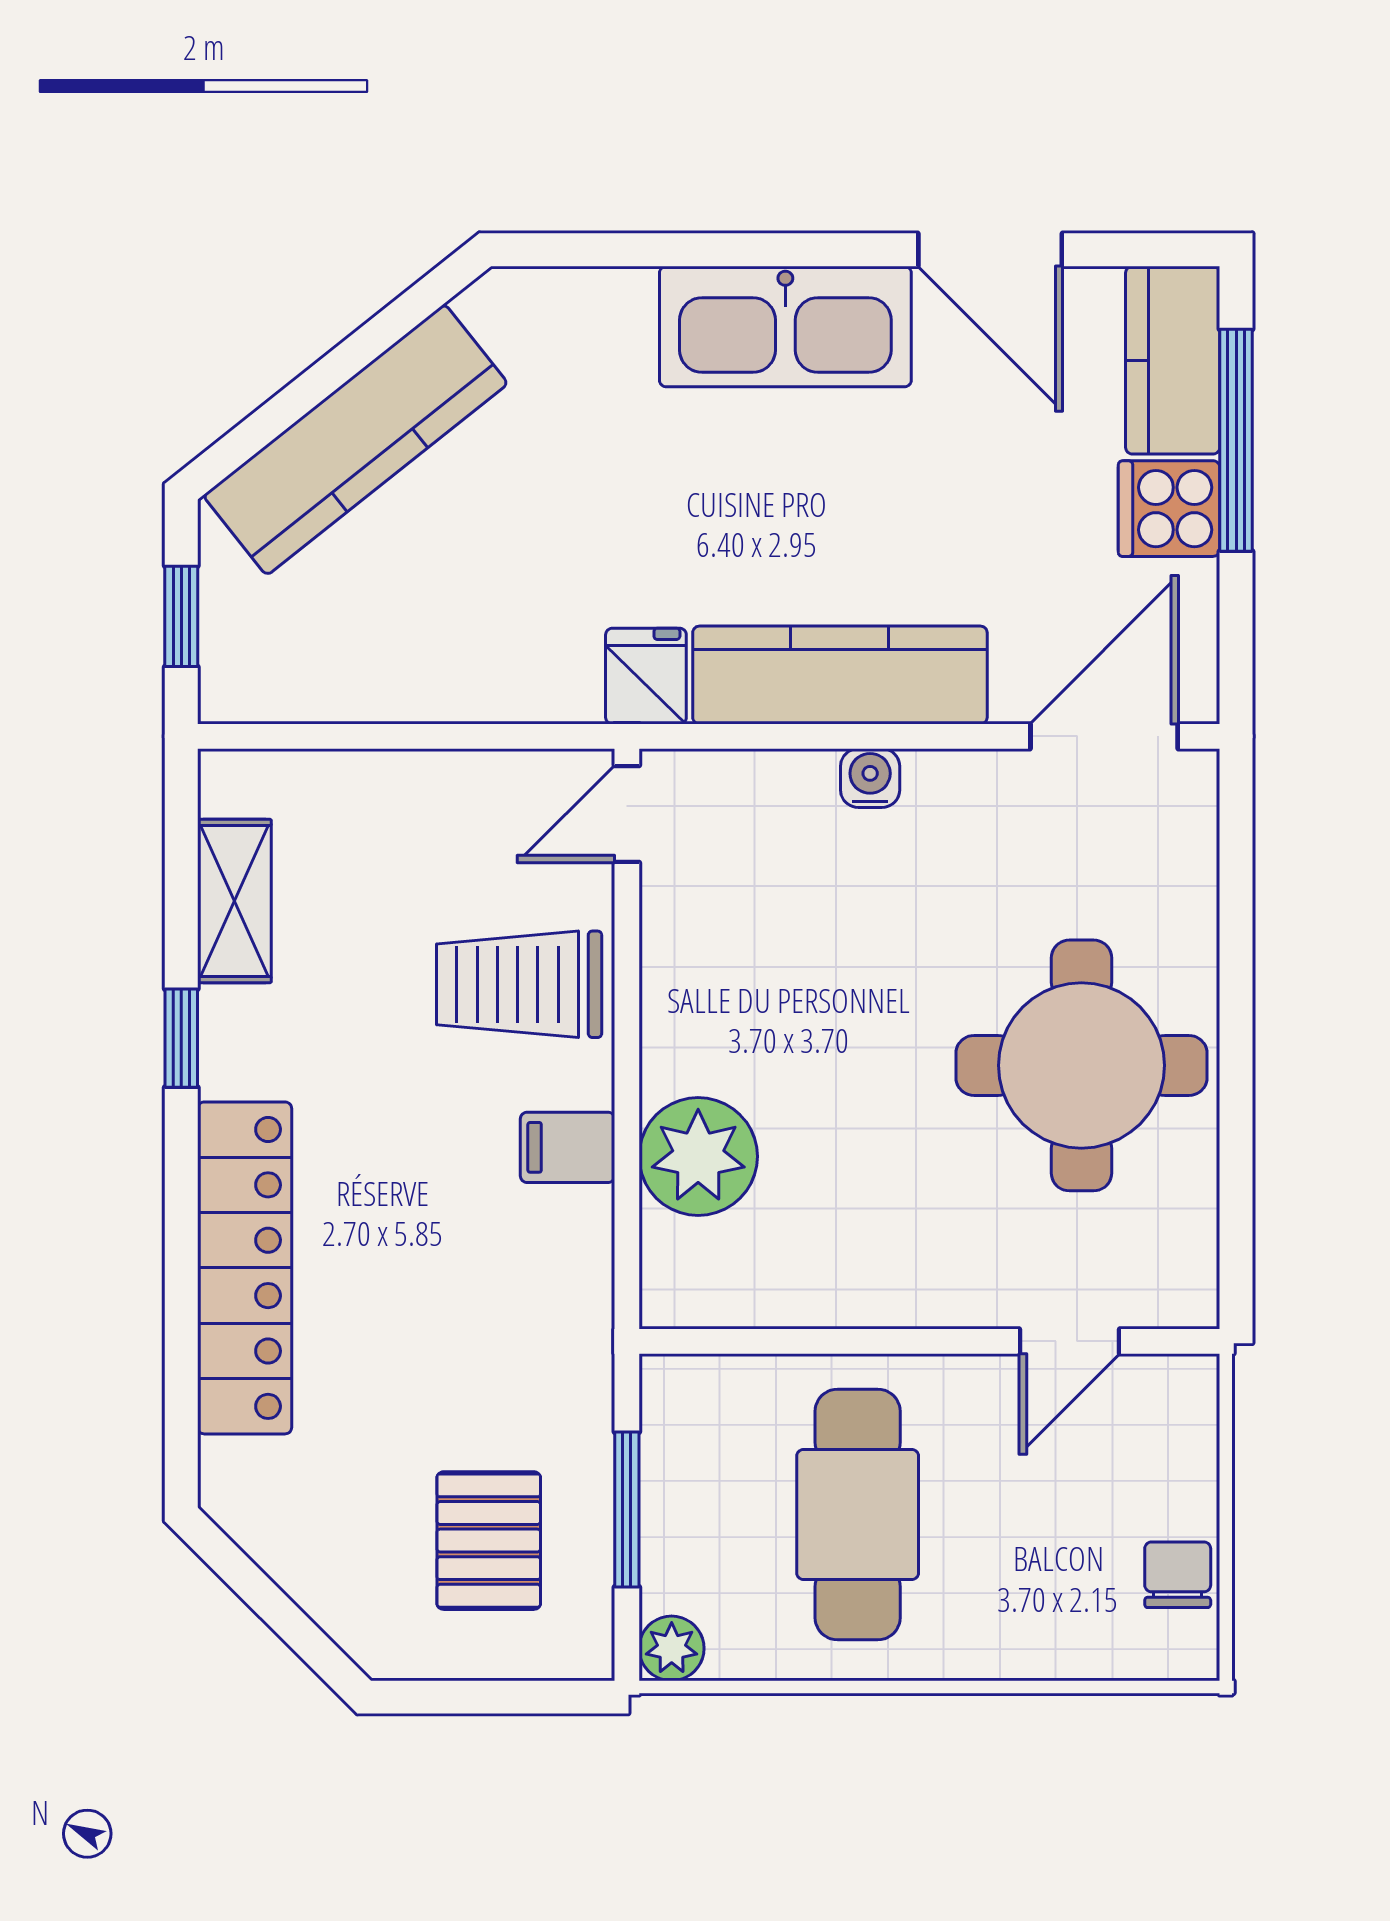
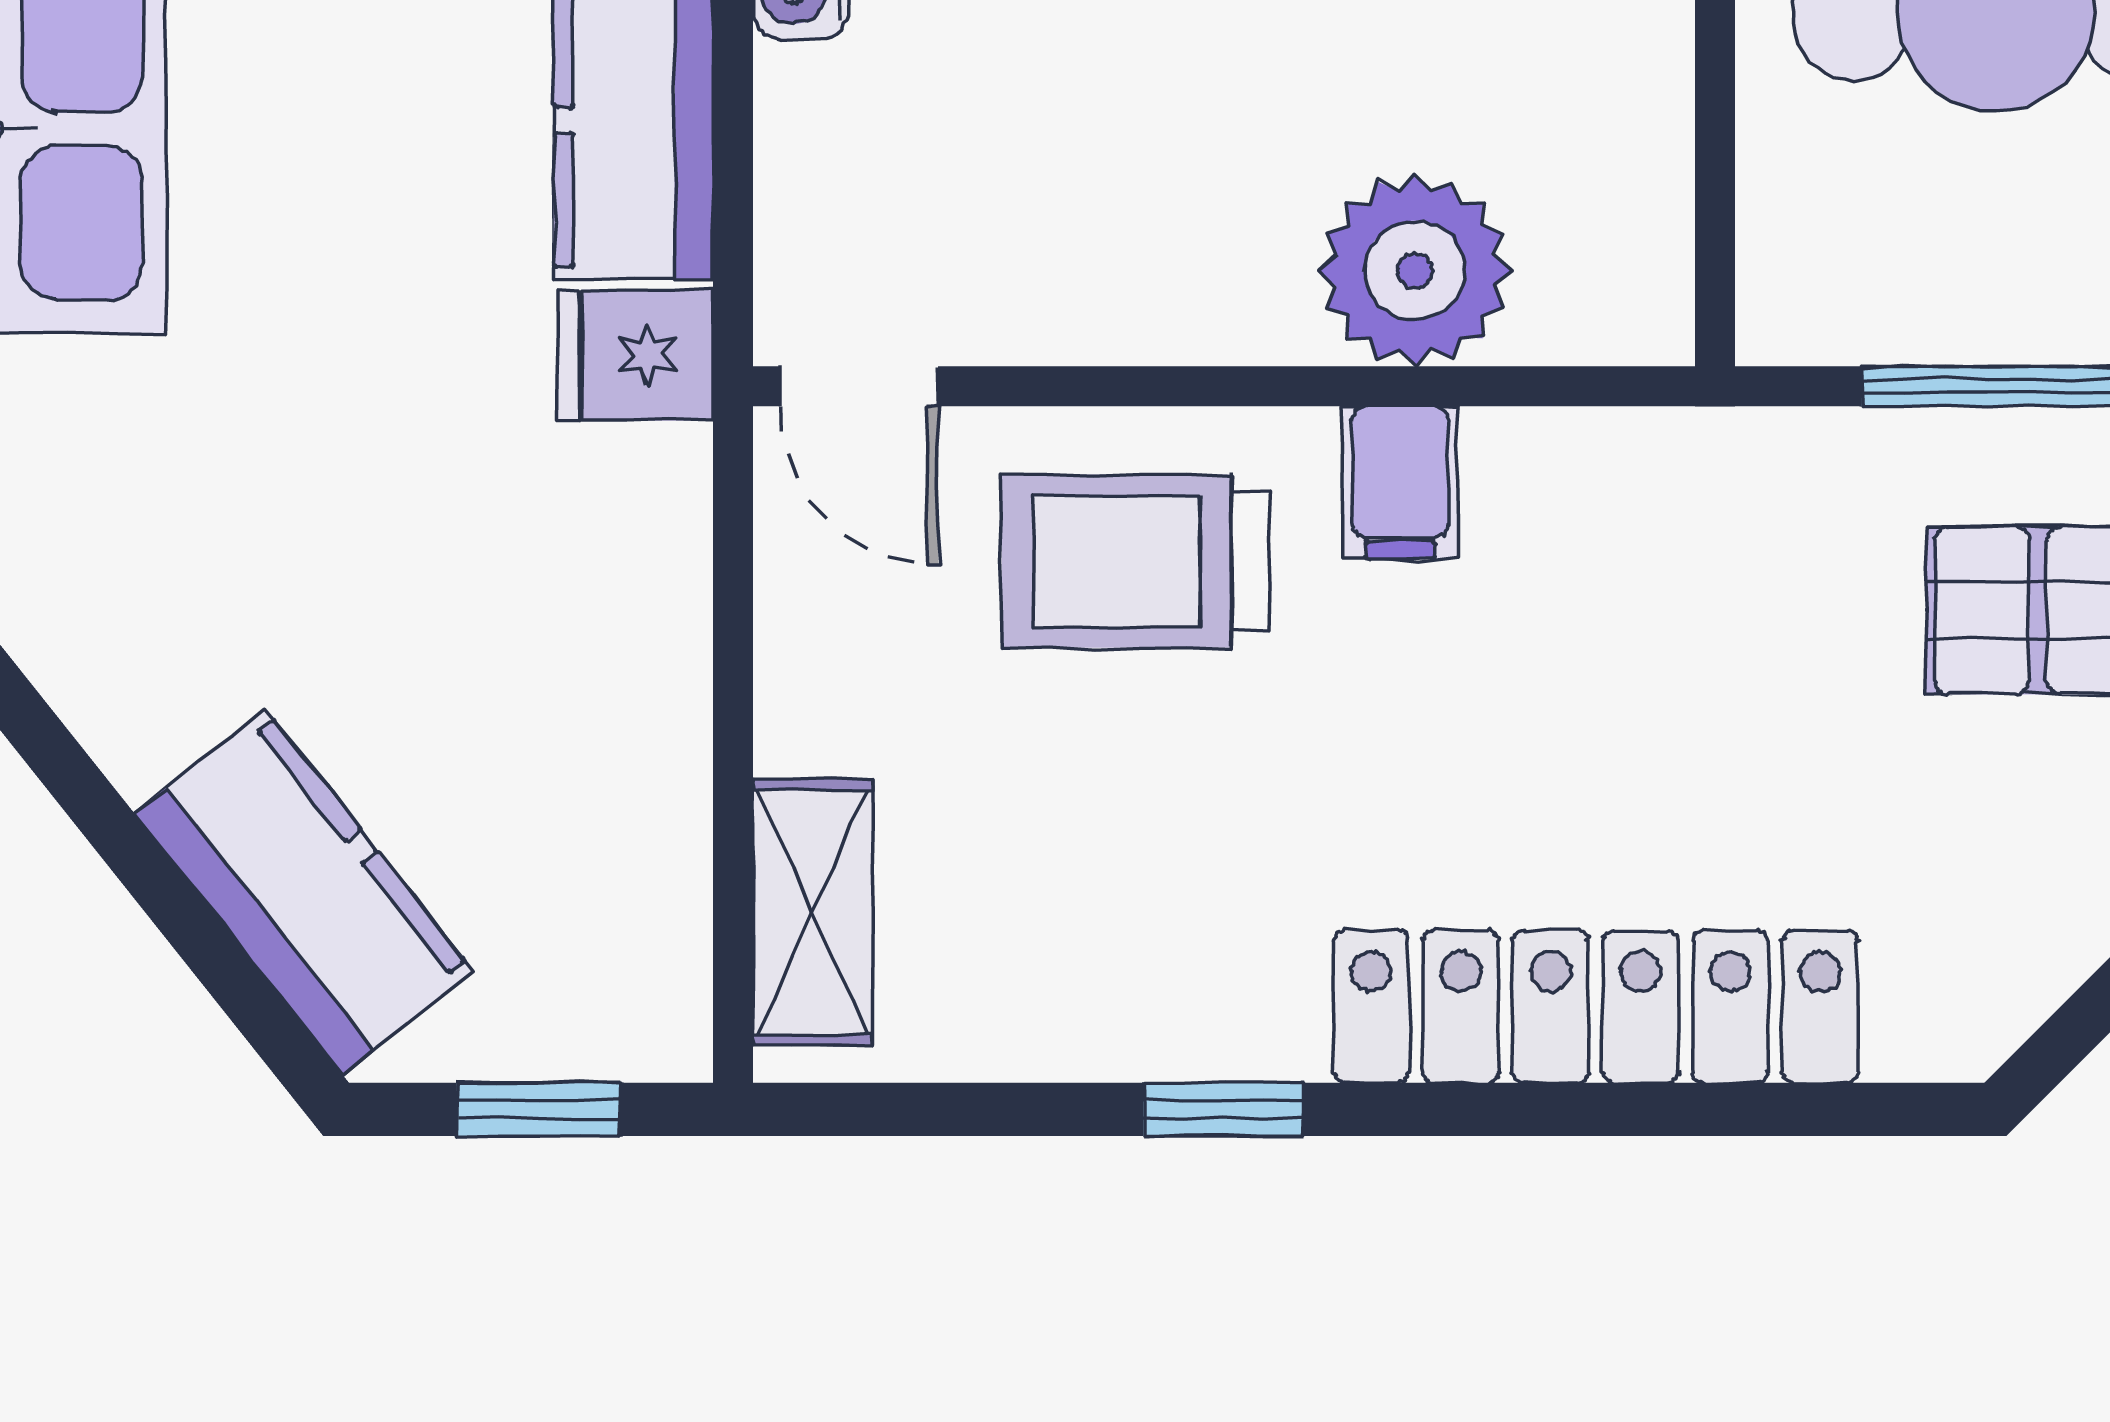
kitchen counter: (356, 440) -> (304, 892), width x0.67
shelving: (234, 901) -> (813, 912), moved, turned 90
trolley: (519, 984) -> (1135, 561), turned 90

